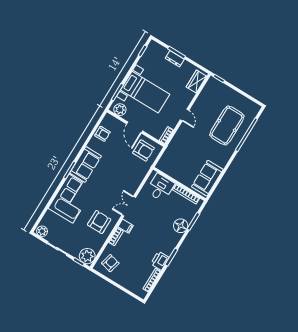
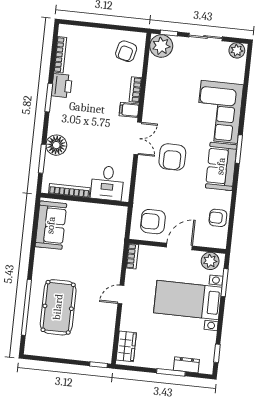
dresser: (175, 59) -> (186, 365), moved
door: (185, 115) -> (121, 295), hinge flipped
door: (135, 127) -> (179, 247), hinge flipped
armchair: (99, 222) -> (172, 157), moved

